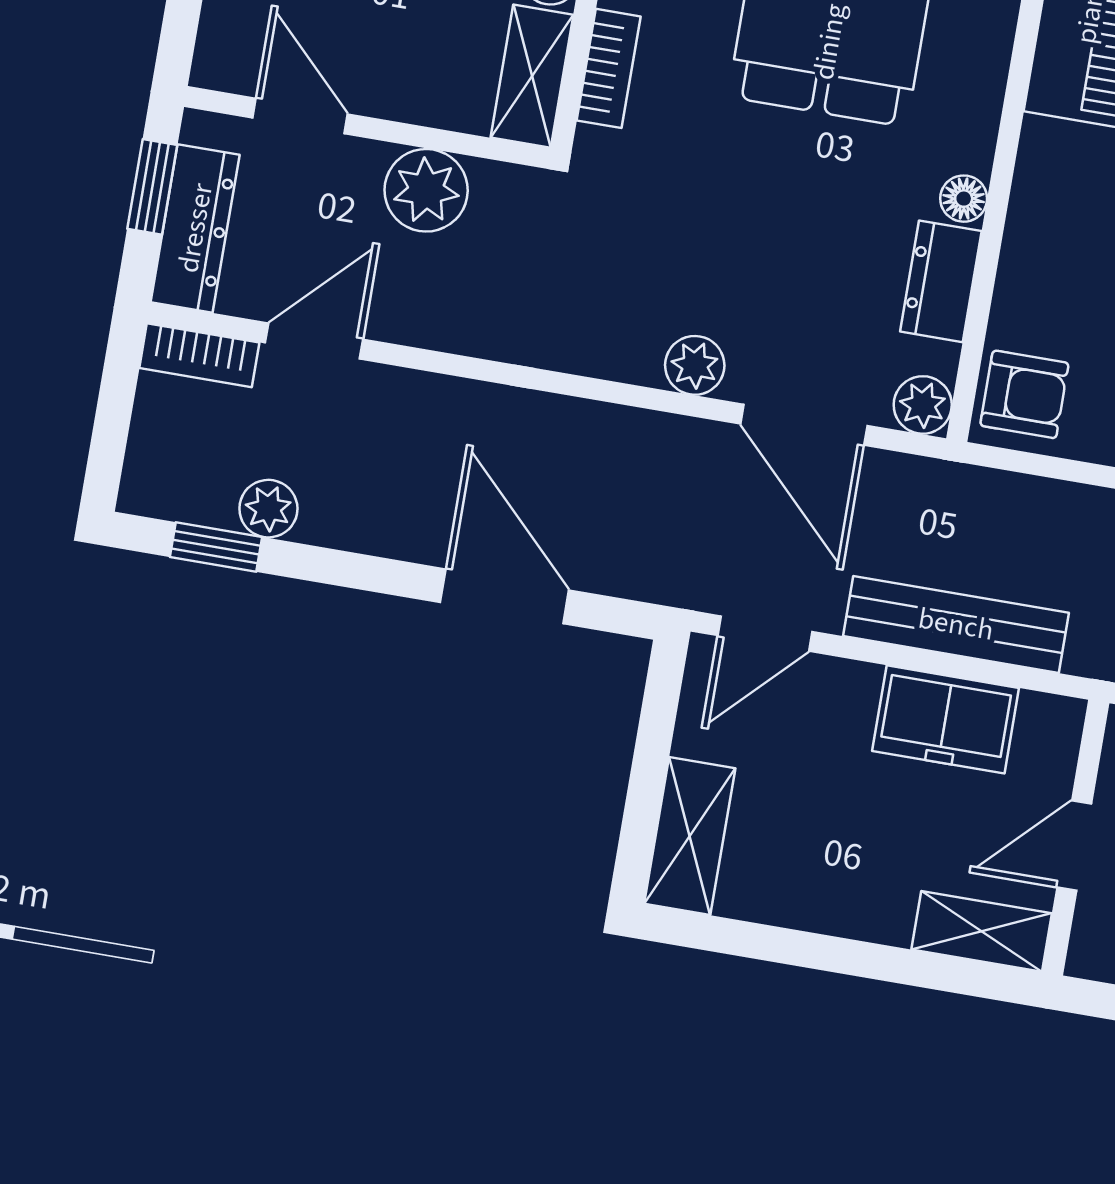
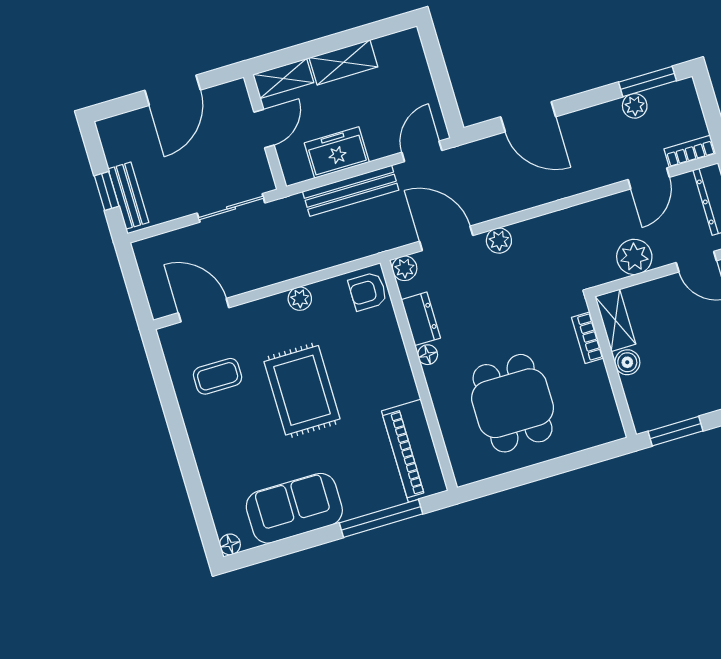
window: (216, 547) -> (647, 81), width x1.50
shelving: (690, 836) -> (343, 62), moved, turned 90

